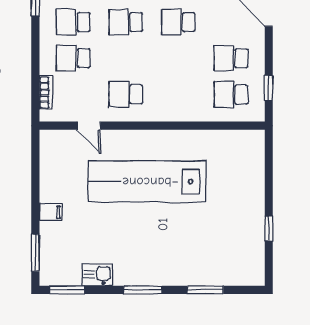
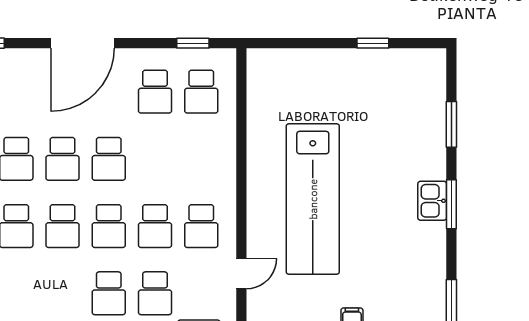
school desk: (126, 58) -> (155, 226), added
kitchen sink: (97, 275) -> (432, 201), moved

